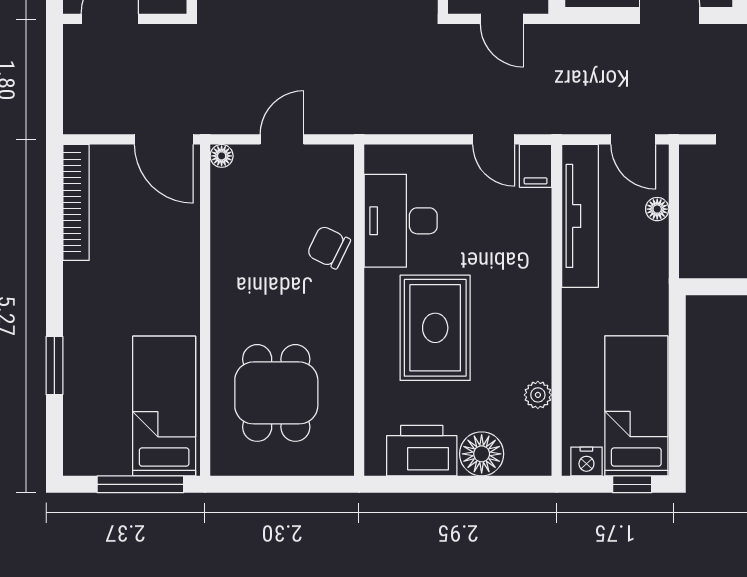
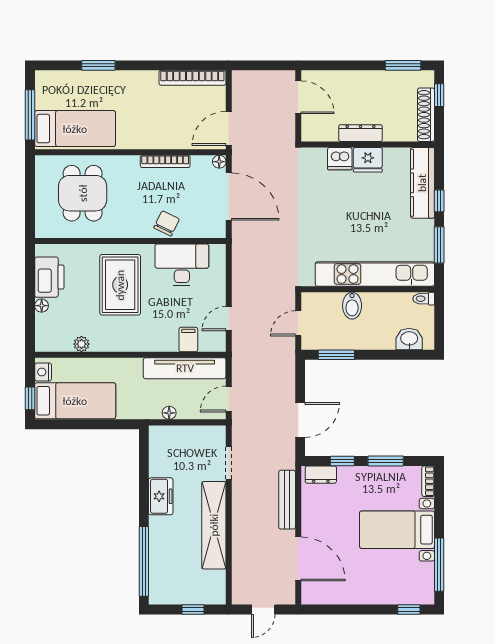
door: (282, 139) -> (229, 197), width x1.87
filing cabinet: (536, 166) -> (188, 340), moved, turned 90
floor lamp: (657, 209) -> (169, 413), moved
bookcase: (221, 250) -> (165, 161), added
rug: (435, 328) -> (120, 285), turned 90
dining table: (276, 393) -> (83, 193), turned 90
floor lamp: (482, 454) -> (42, 306), width x0.53, depth x0.53

